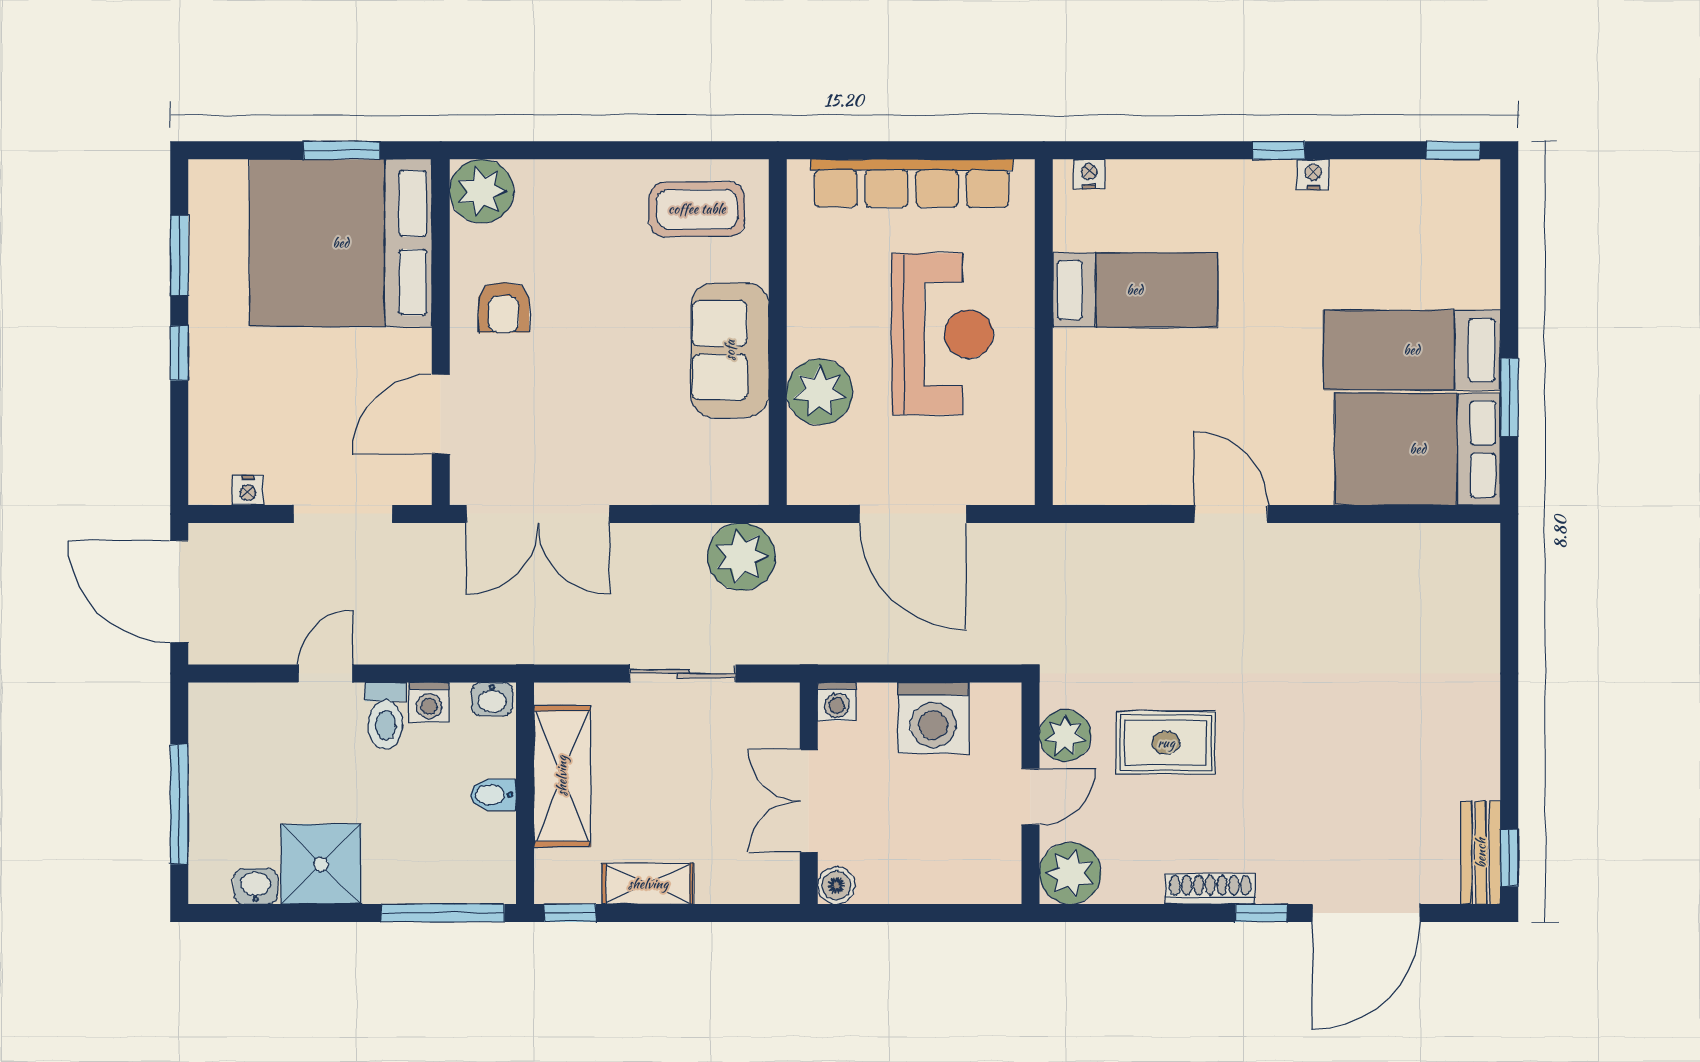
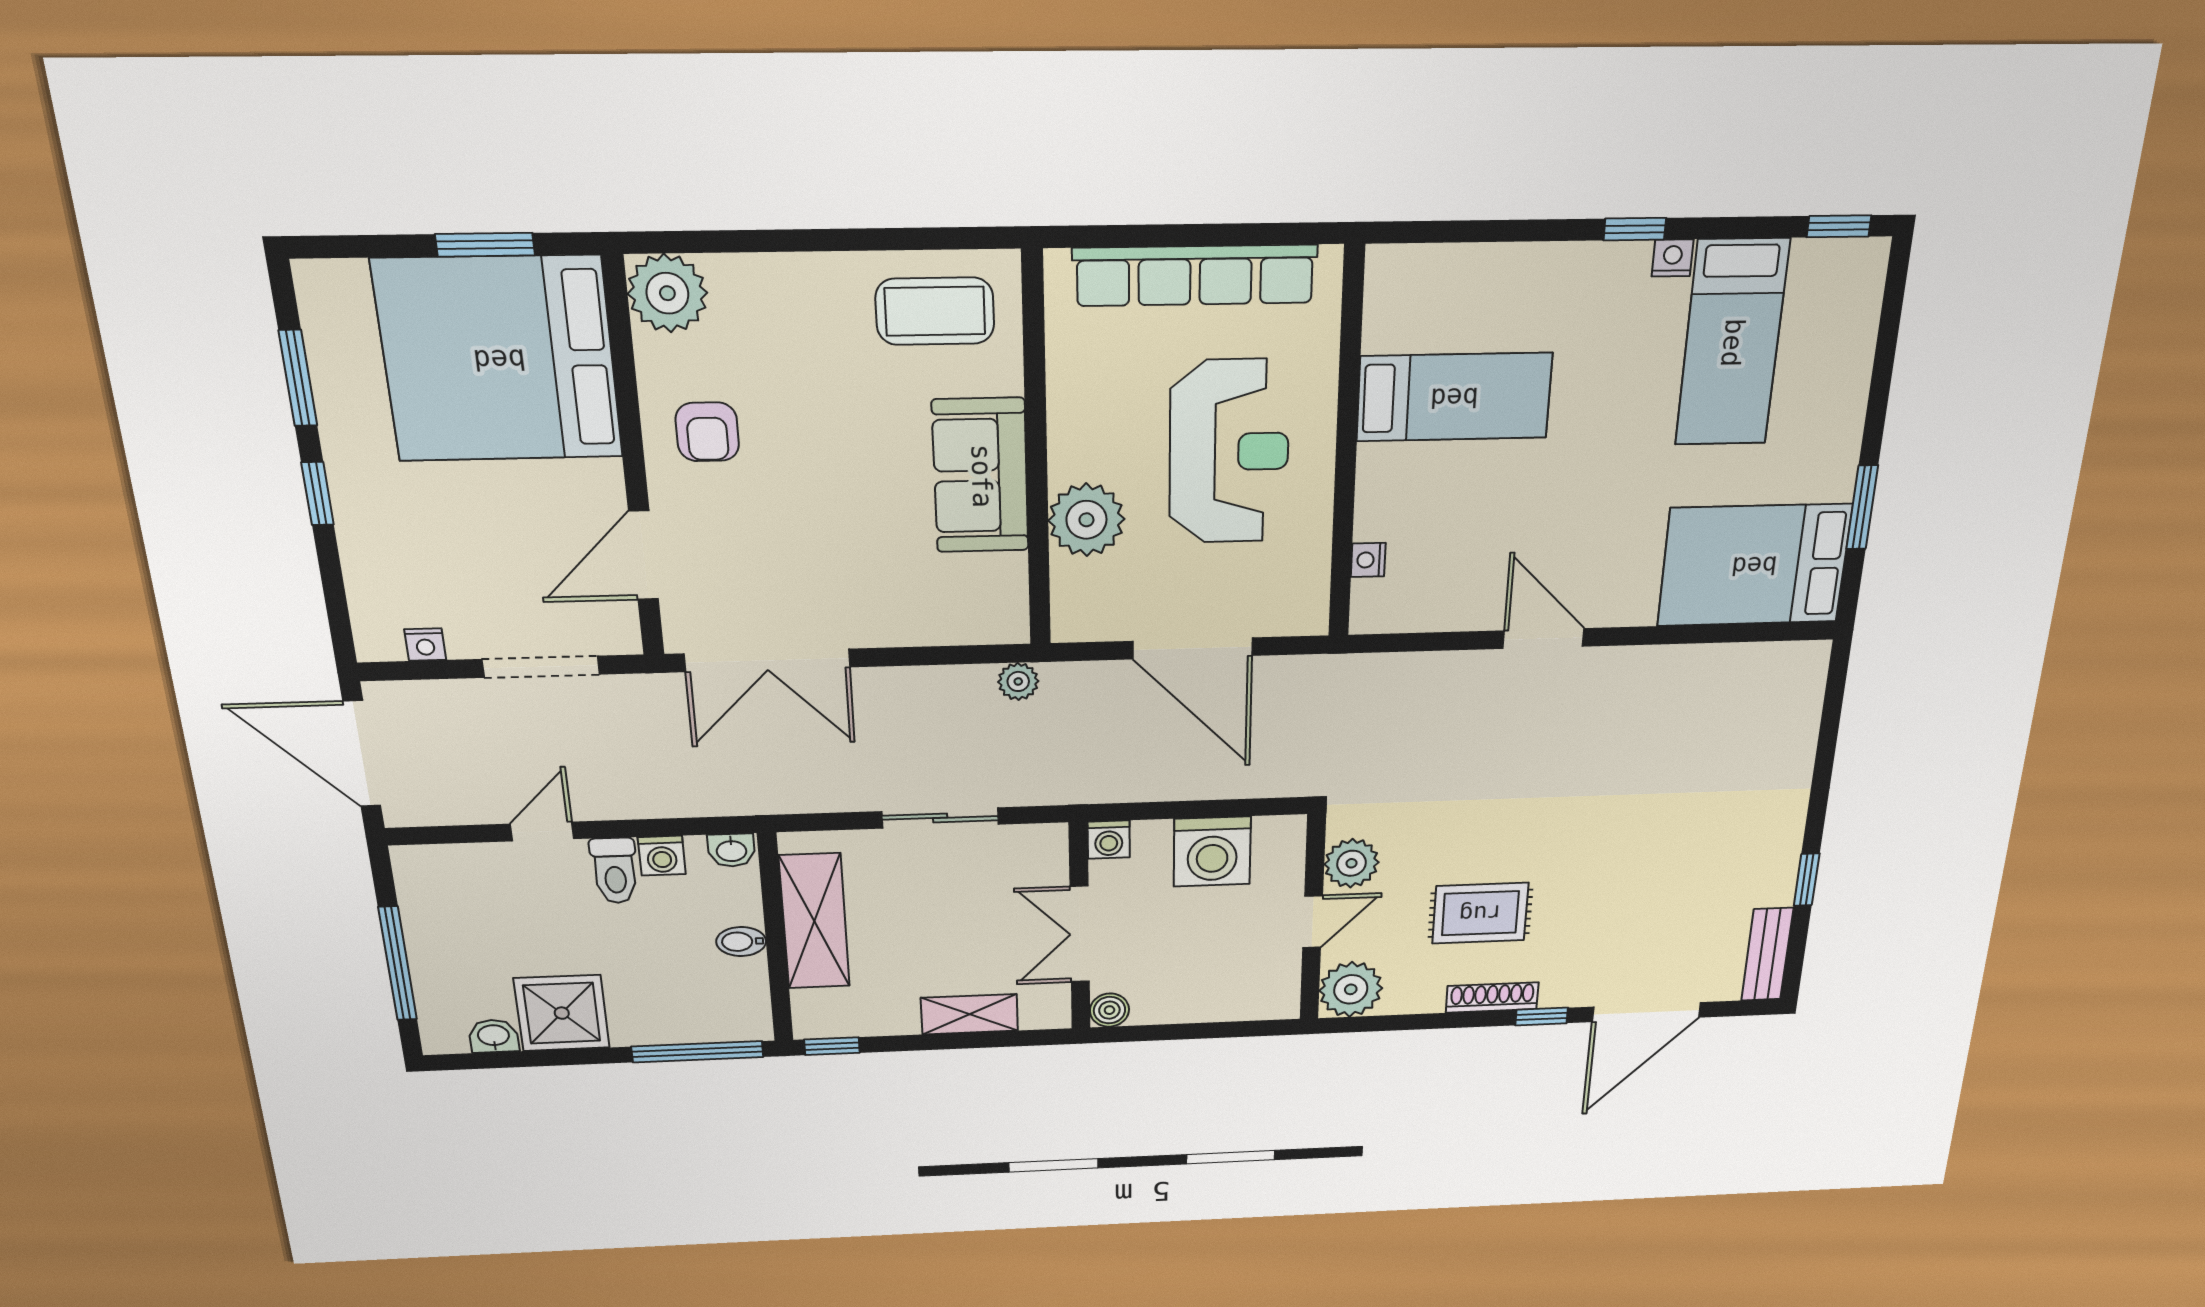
nightstand: (1089, 174) -> (1368, 560), moved, turned -90
bed: (1412, 350) -> (1732, 343), moved, turned -90
plant: (741, 557) -> (1018, 681), width x0.53, depth x0.53
rug: (1166, 743) -> (1480, 913), moved
window: (1509, 858) -> (1807, 880), moved
shelving: (648, 884) -> (969, 1014), moved

